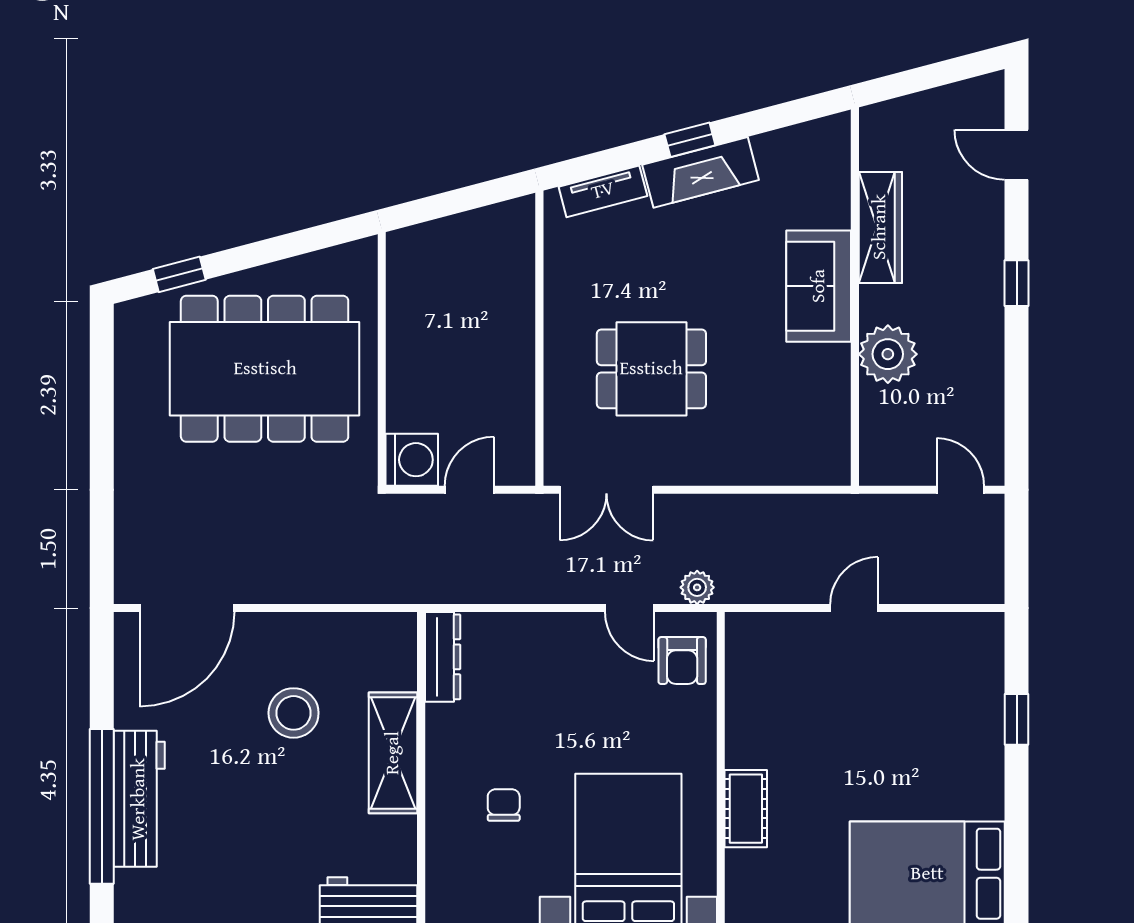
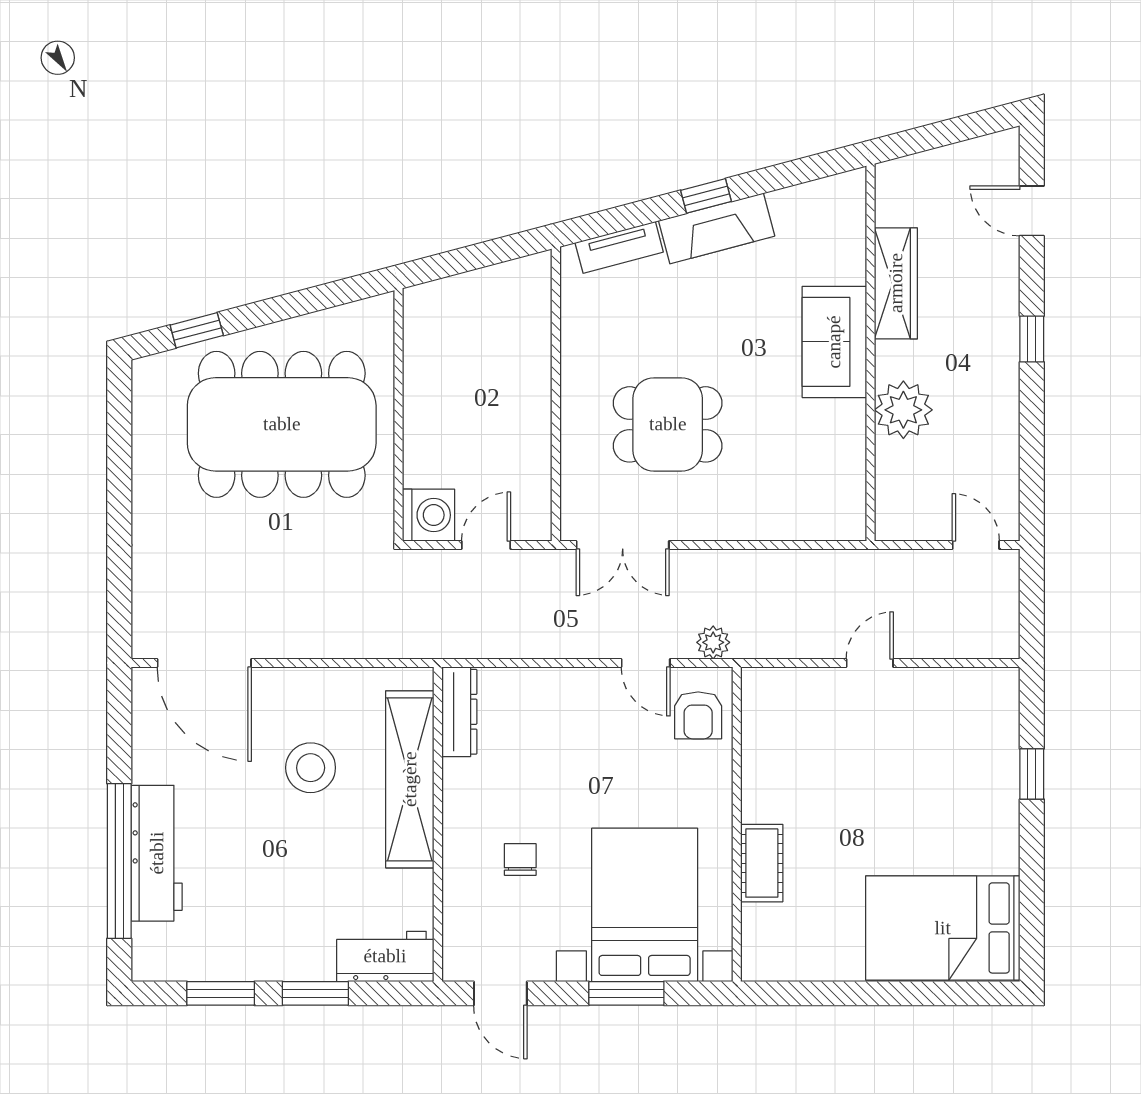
door: (187, 608) -> (204, 663), hinge flipped
shelving: (393, 753) -> (410, 779), width x1.47

